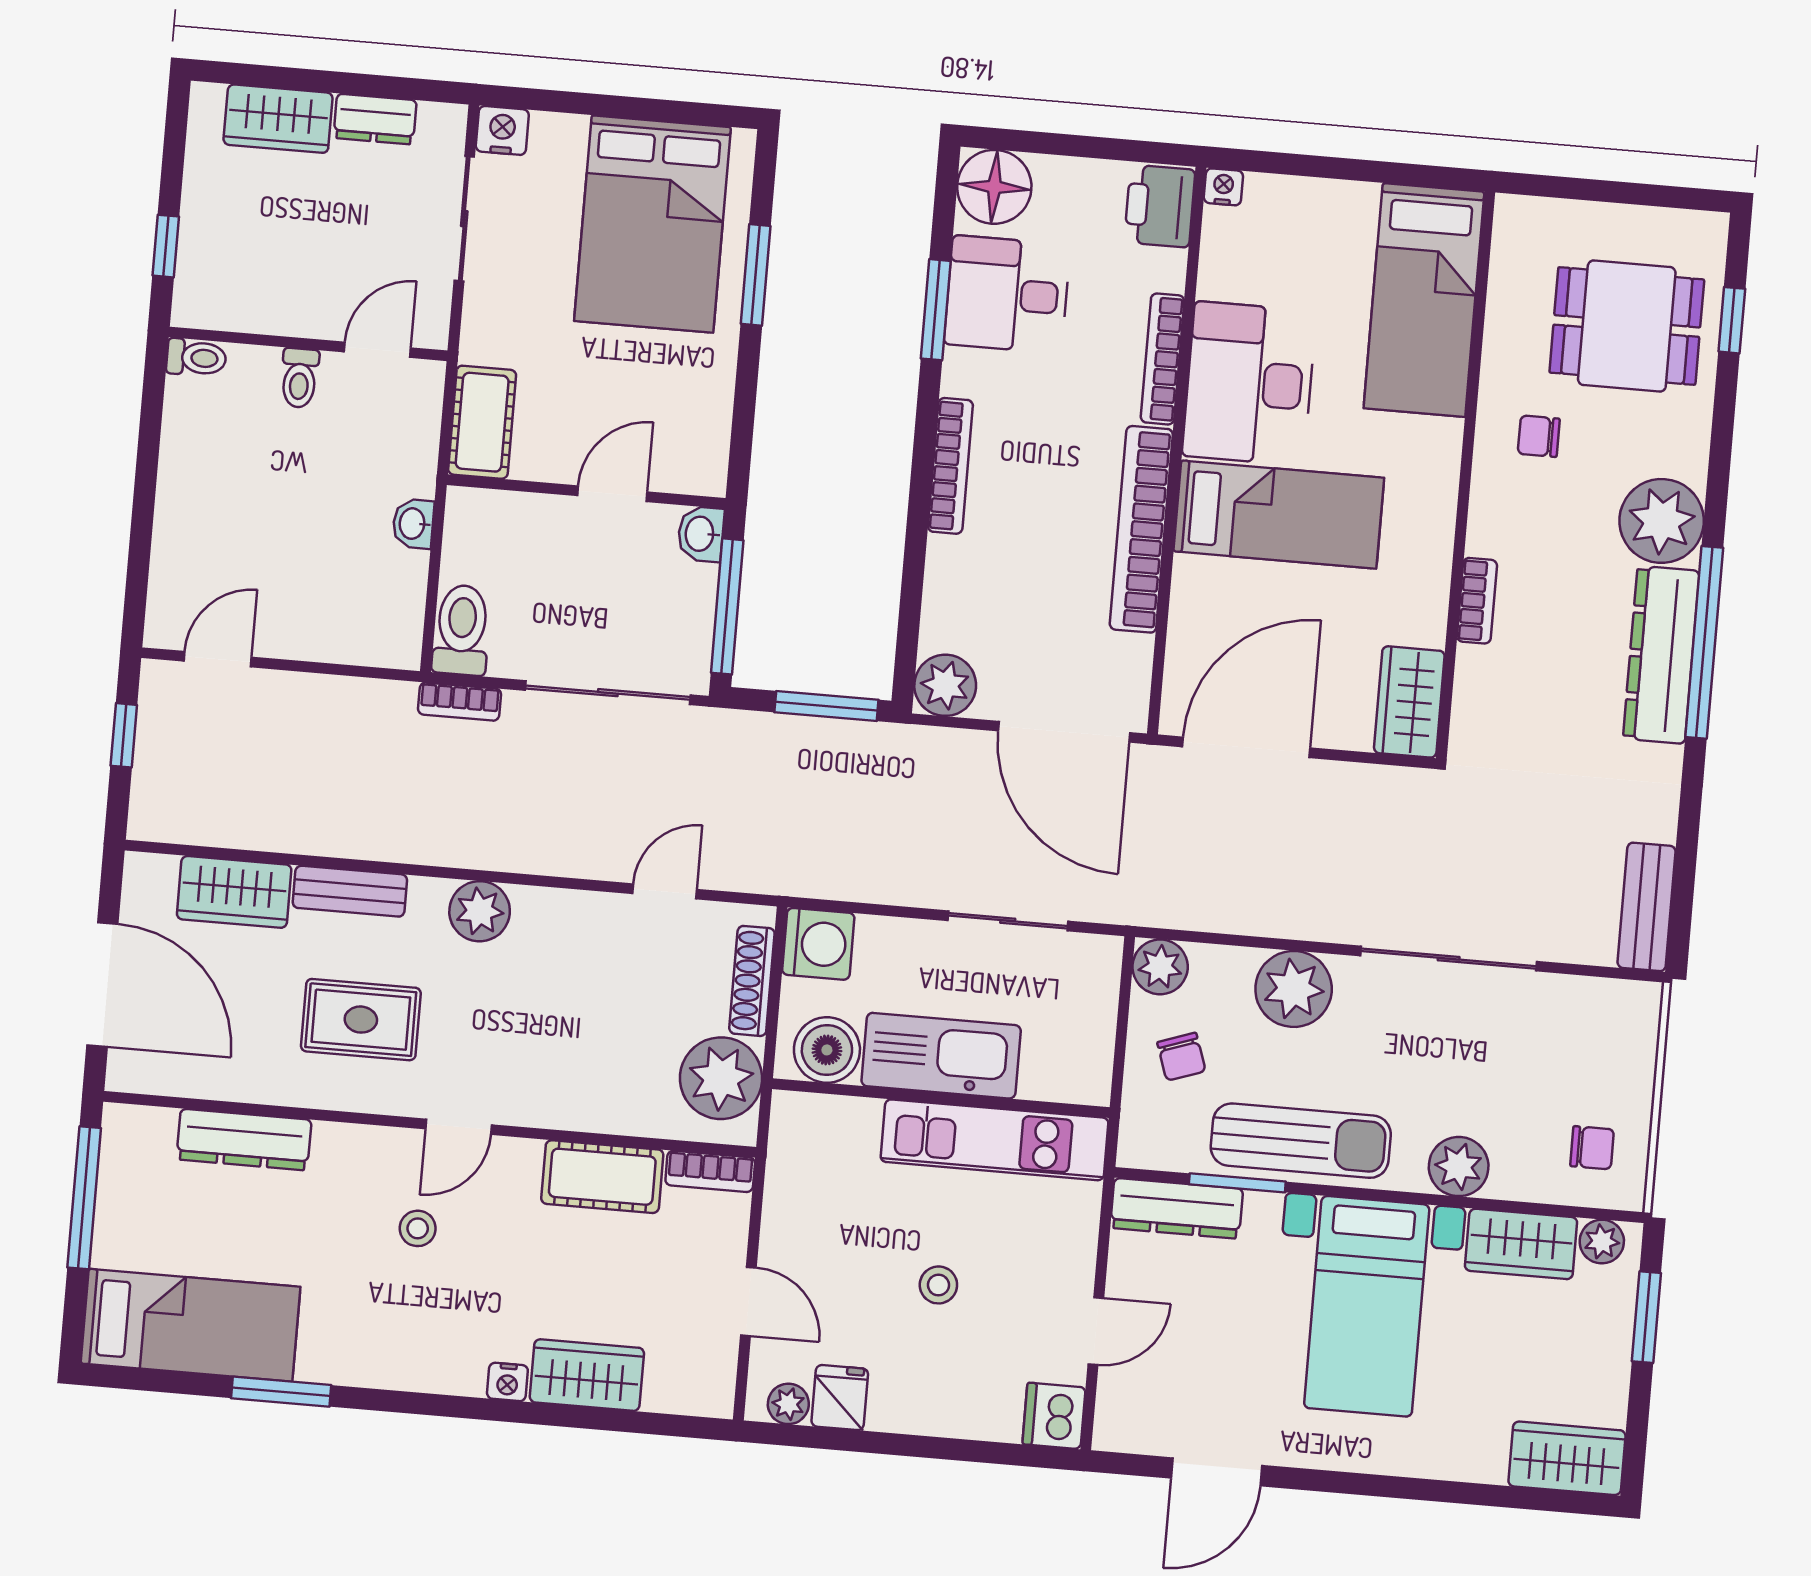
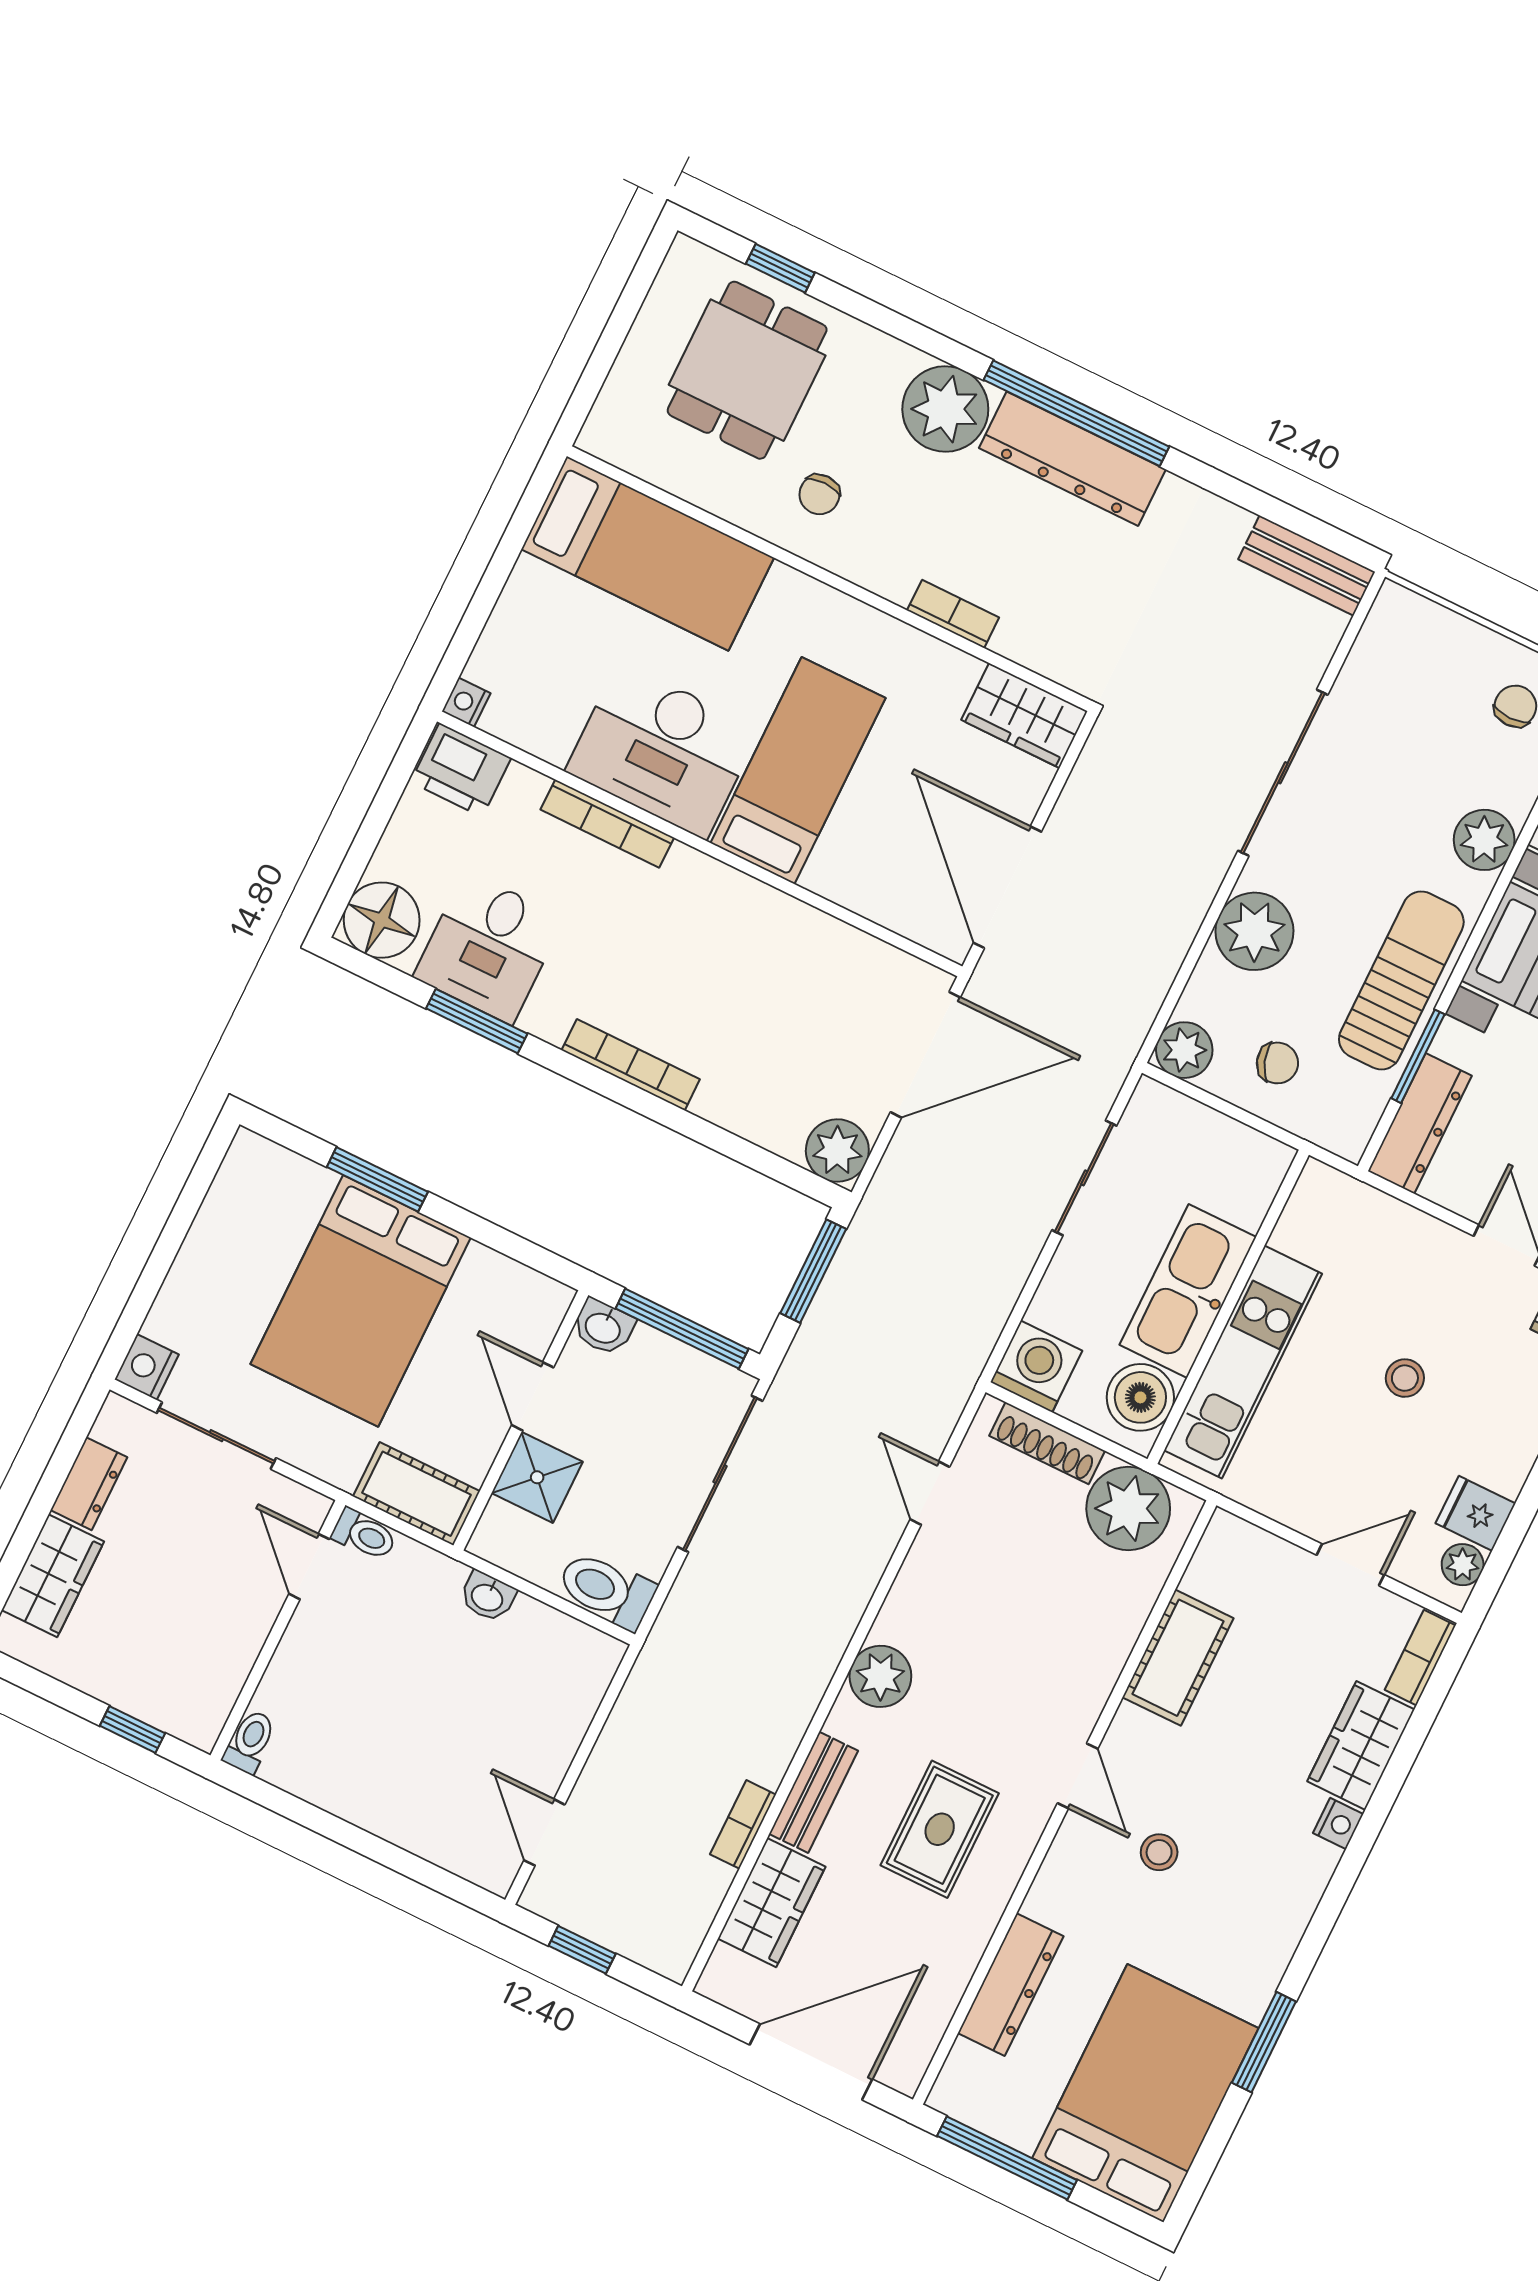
bed: (652, 224) -> (361, 1301), moved, turned 90
toilet: (300, 378) -> (364, 1535), moved
shower: (540, 527) -> (537, 1477), added
bookcase: (1141, 529) -> (761, 907), removed
bookcase: (460, 702) -> (743, 1824), moved, turned 180
kitchen unit: (995, 1140) -> (1243, 1362), moved
bookcase: (710, 1171) -> (1420, 1658), moved, turned 180
bed: (191, 1325) -> (1145, 2093), width x1.50

